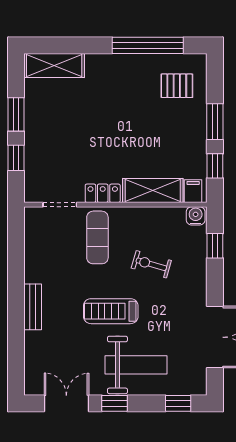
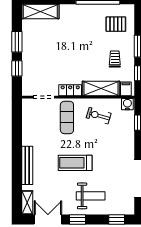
trolley: (175, 143) -> (115, 59), added
exercise bike: (151, 264) -> (99, 116), moved
bench: (33, 307) -> (27, 165), width x1.36
weight bench: (136, 365) -> (91, 196), width x0.73, depth x0.75
shelving: (33, 376) -> (27, 203), added

